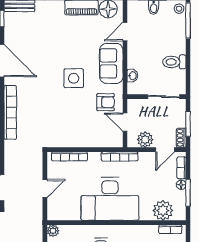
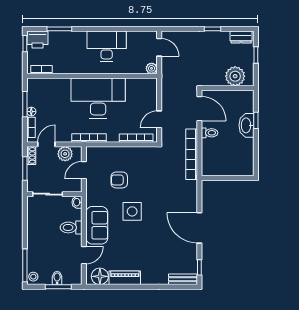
toilet: (174, 62) -> (71, 227), moved, turned 180
washbasin: (132, 76) -> (77, 202), moved
armchair: (106, 102) -> (119, 180), moved
bookcase: (10, 112) -> (192, 154), moved
door: (125, 122) -> (84, 170), swing flipped
door: (45, 188) -> (159, 119), moved
plant: (163, 210) -> (48, 87), removed

